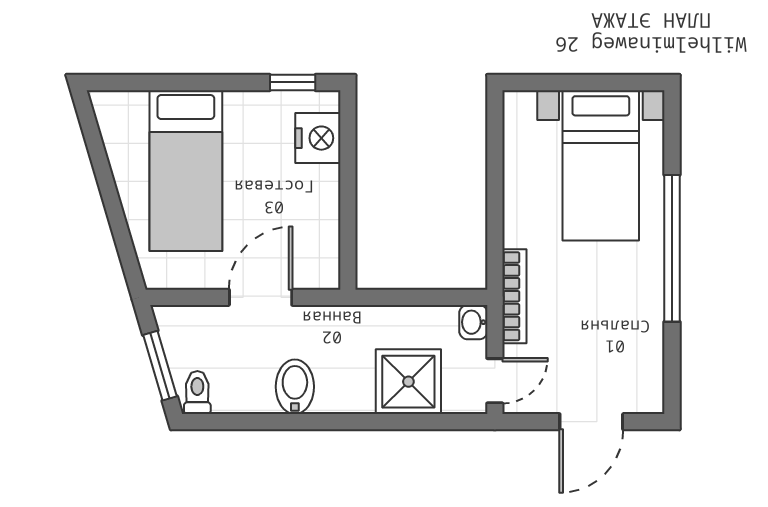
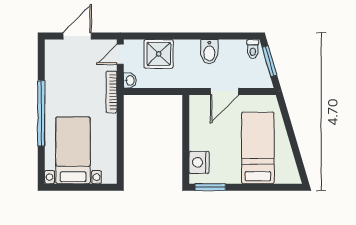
window: (293, 82) -> (210, 187), width x1.50

